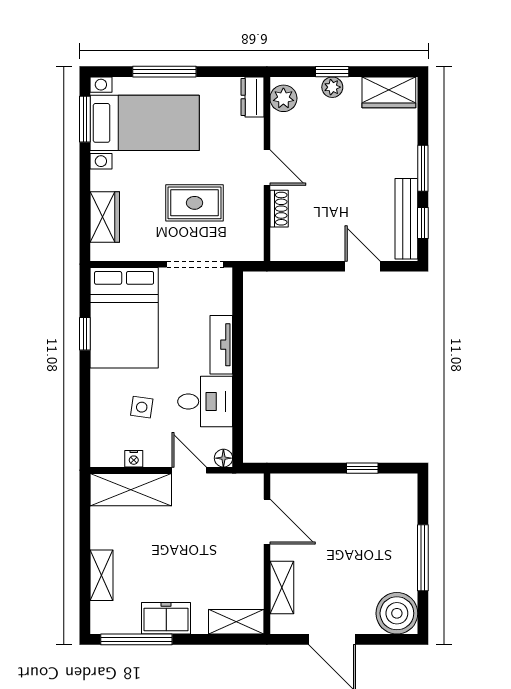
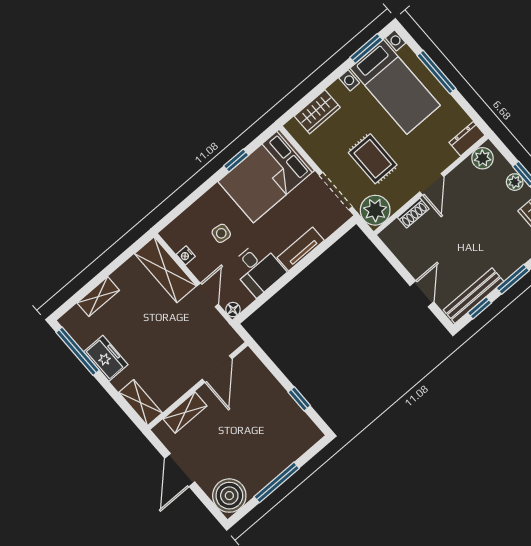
plant: (245, 242) -> (375, 210), added

